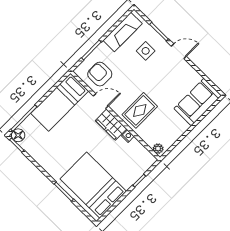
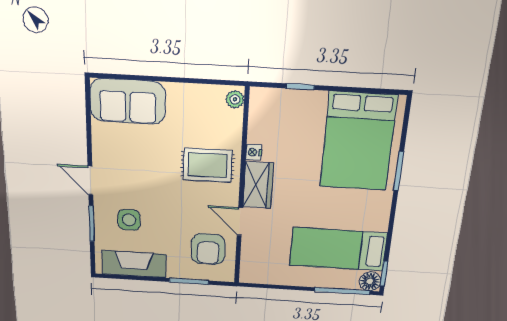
bed: (60, 102) -> (338, 249), moved, turned 180

